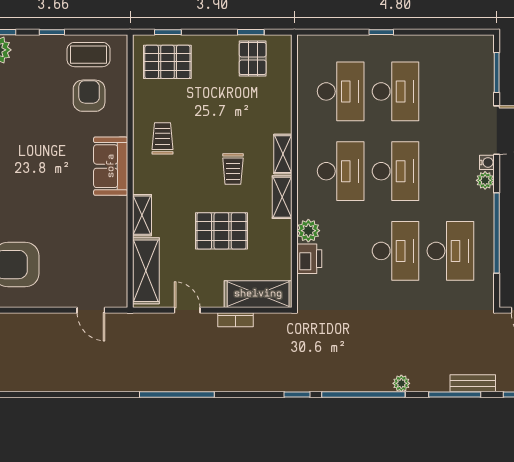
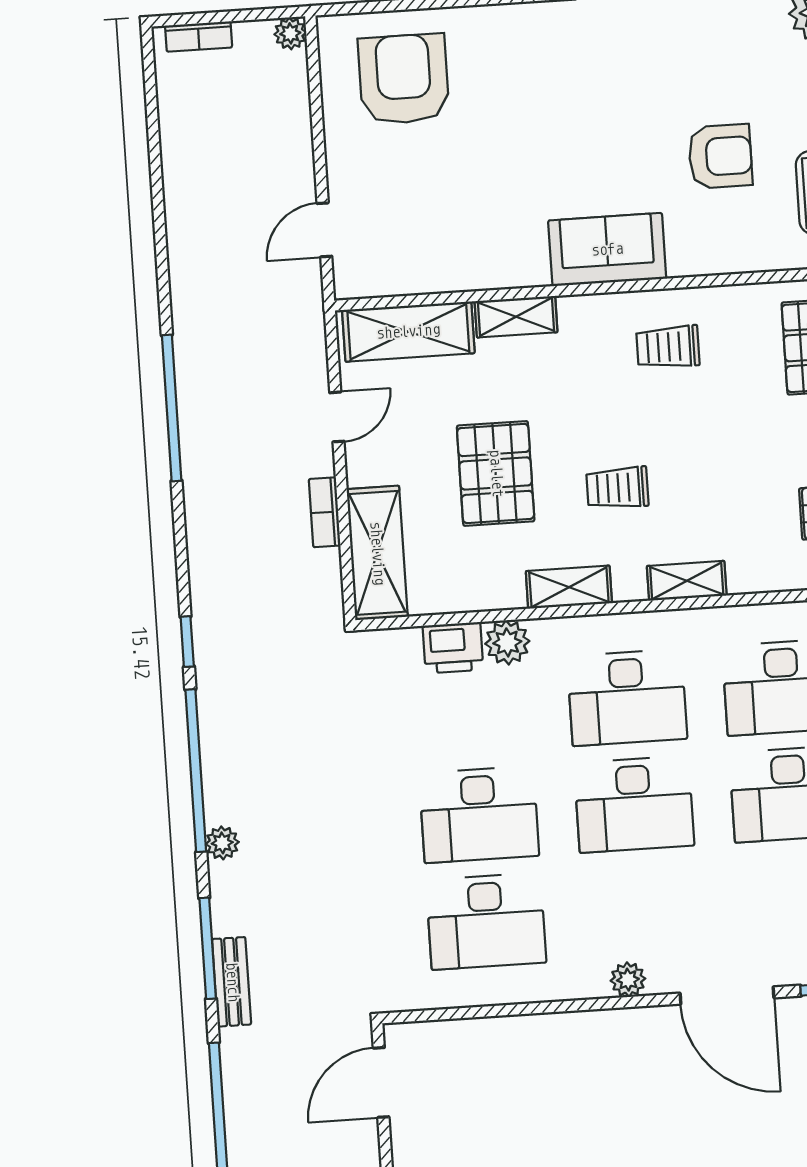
armchair: (89, 96) -> (720, 156), moved
trolley: (163, 138) -> (668, 347), turned 180
shelving: (283, 154) -> (687, 581), moved
water cooler: (487, 162) -> (663, 981), removed
window: (497, 233) -> (527, 1009), removed

